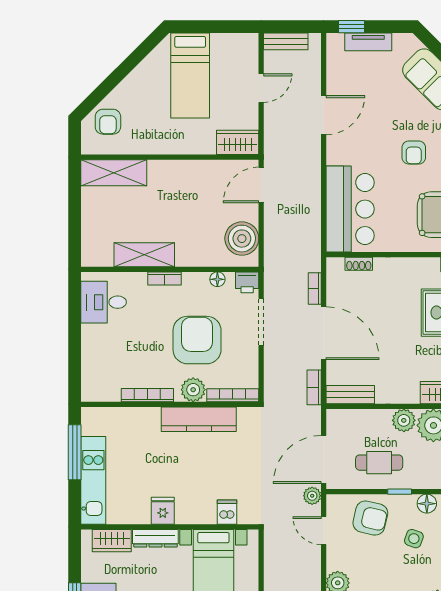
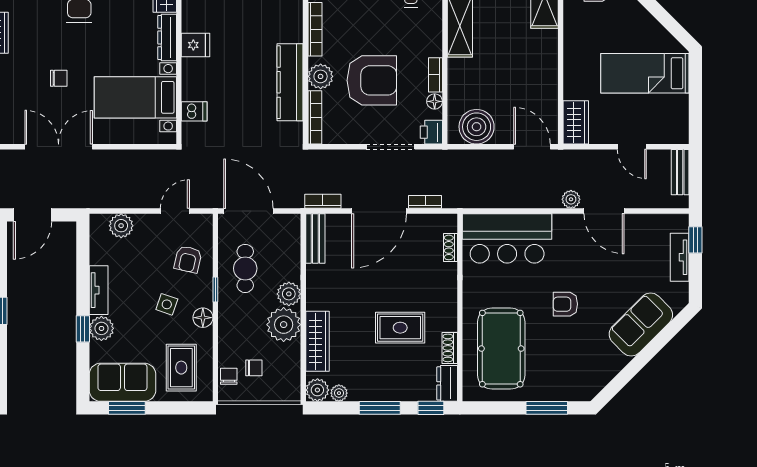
bookcase: (164, 278) -> (435, 75), moved
plant: (312, 496) -> (571, 199), moved
armchair: (370, 518) -> (188, 259), width x0.72, depth x0.72

